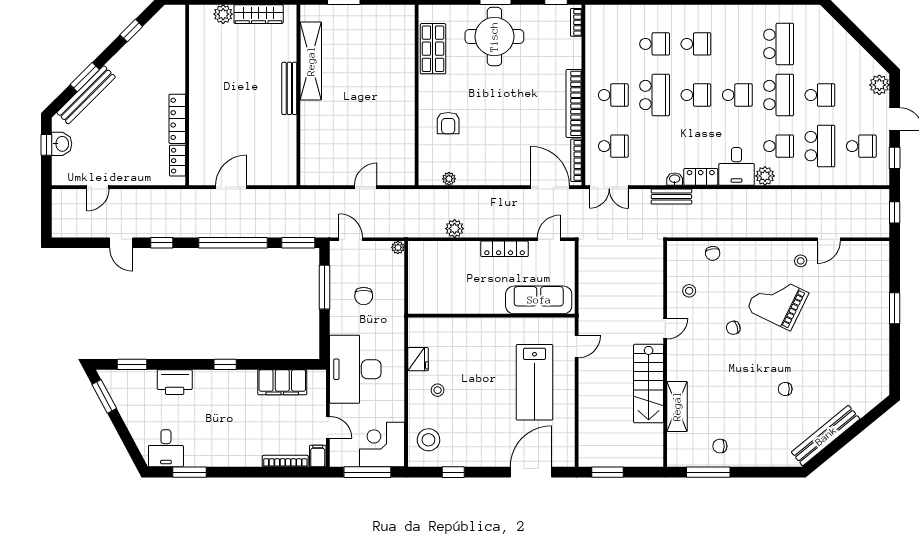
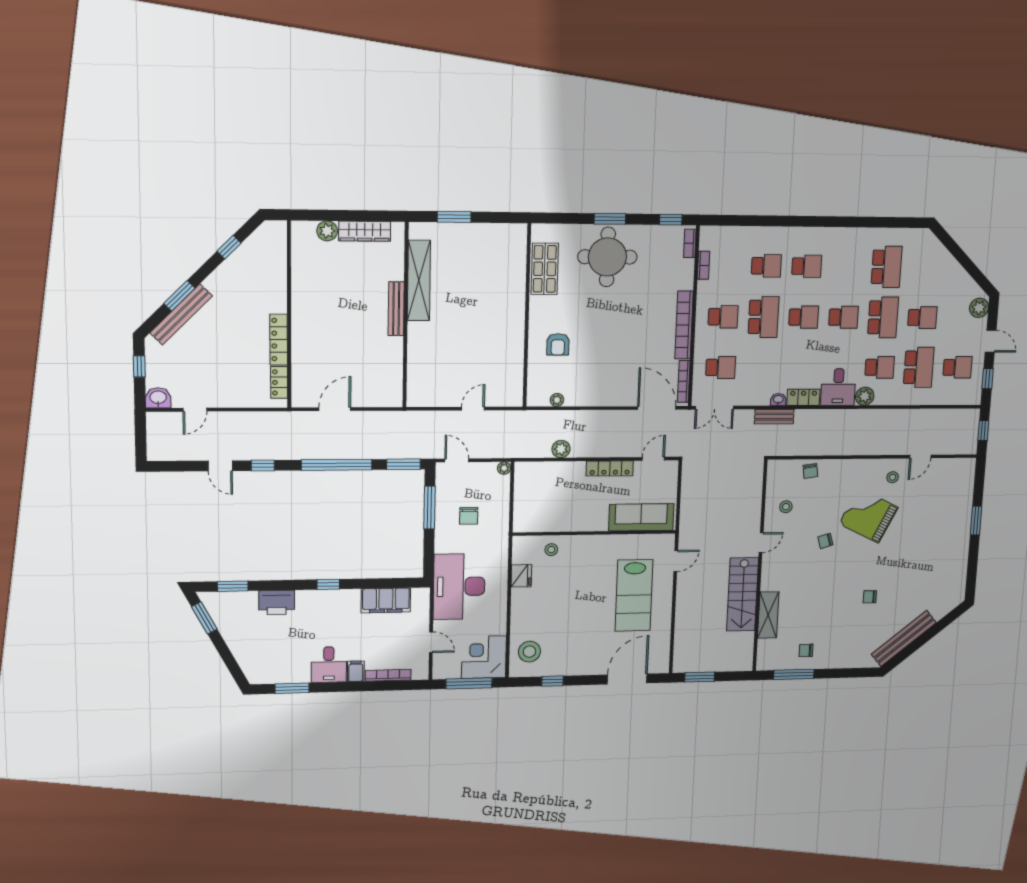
bookcase: (591, 44) -> (703, 265), added
washbasin: (62, 144) -> (158, 398), moved, turned -90
stool: (438, 390) -> (551, 550), moved
desk: (166, 448) -> (329, 665), moved
filing cabinet: (318, 456) -> (356, 671), moved

